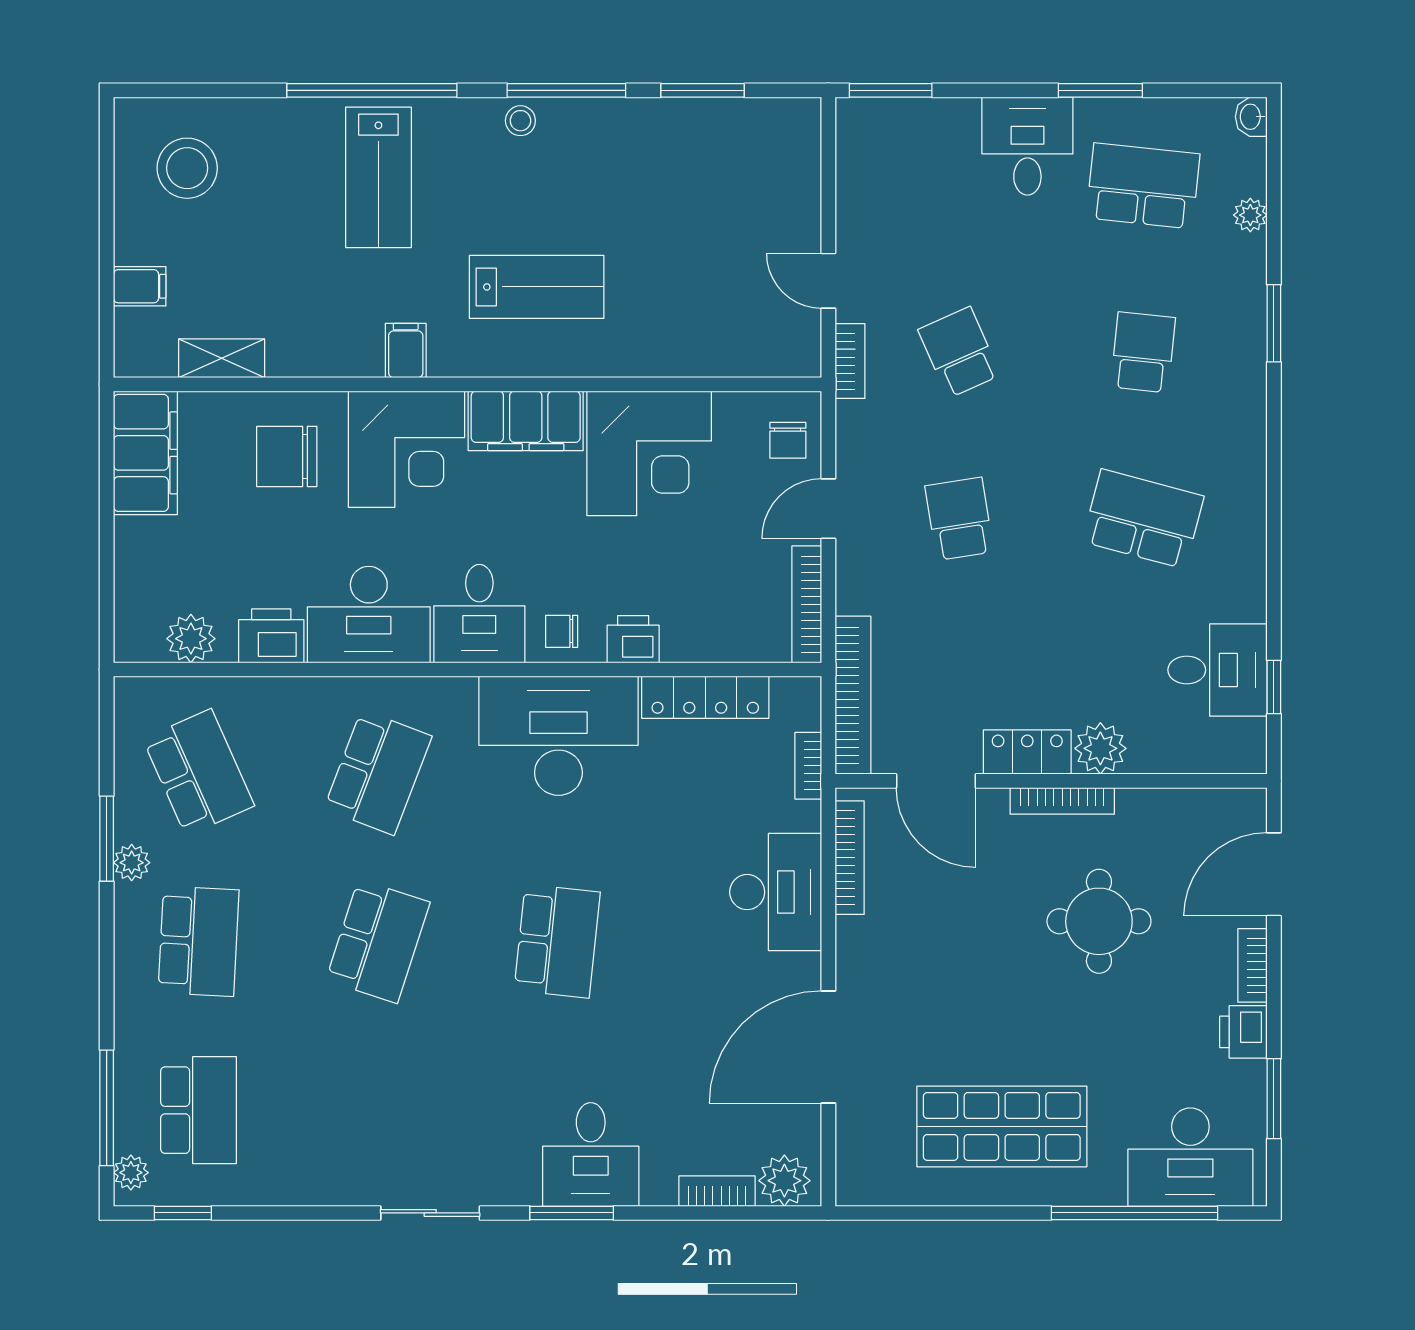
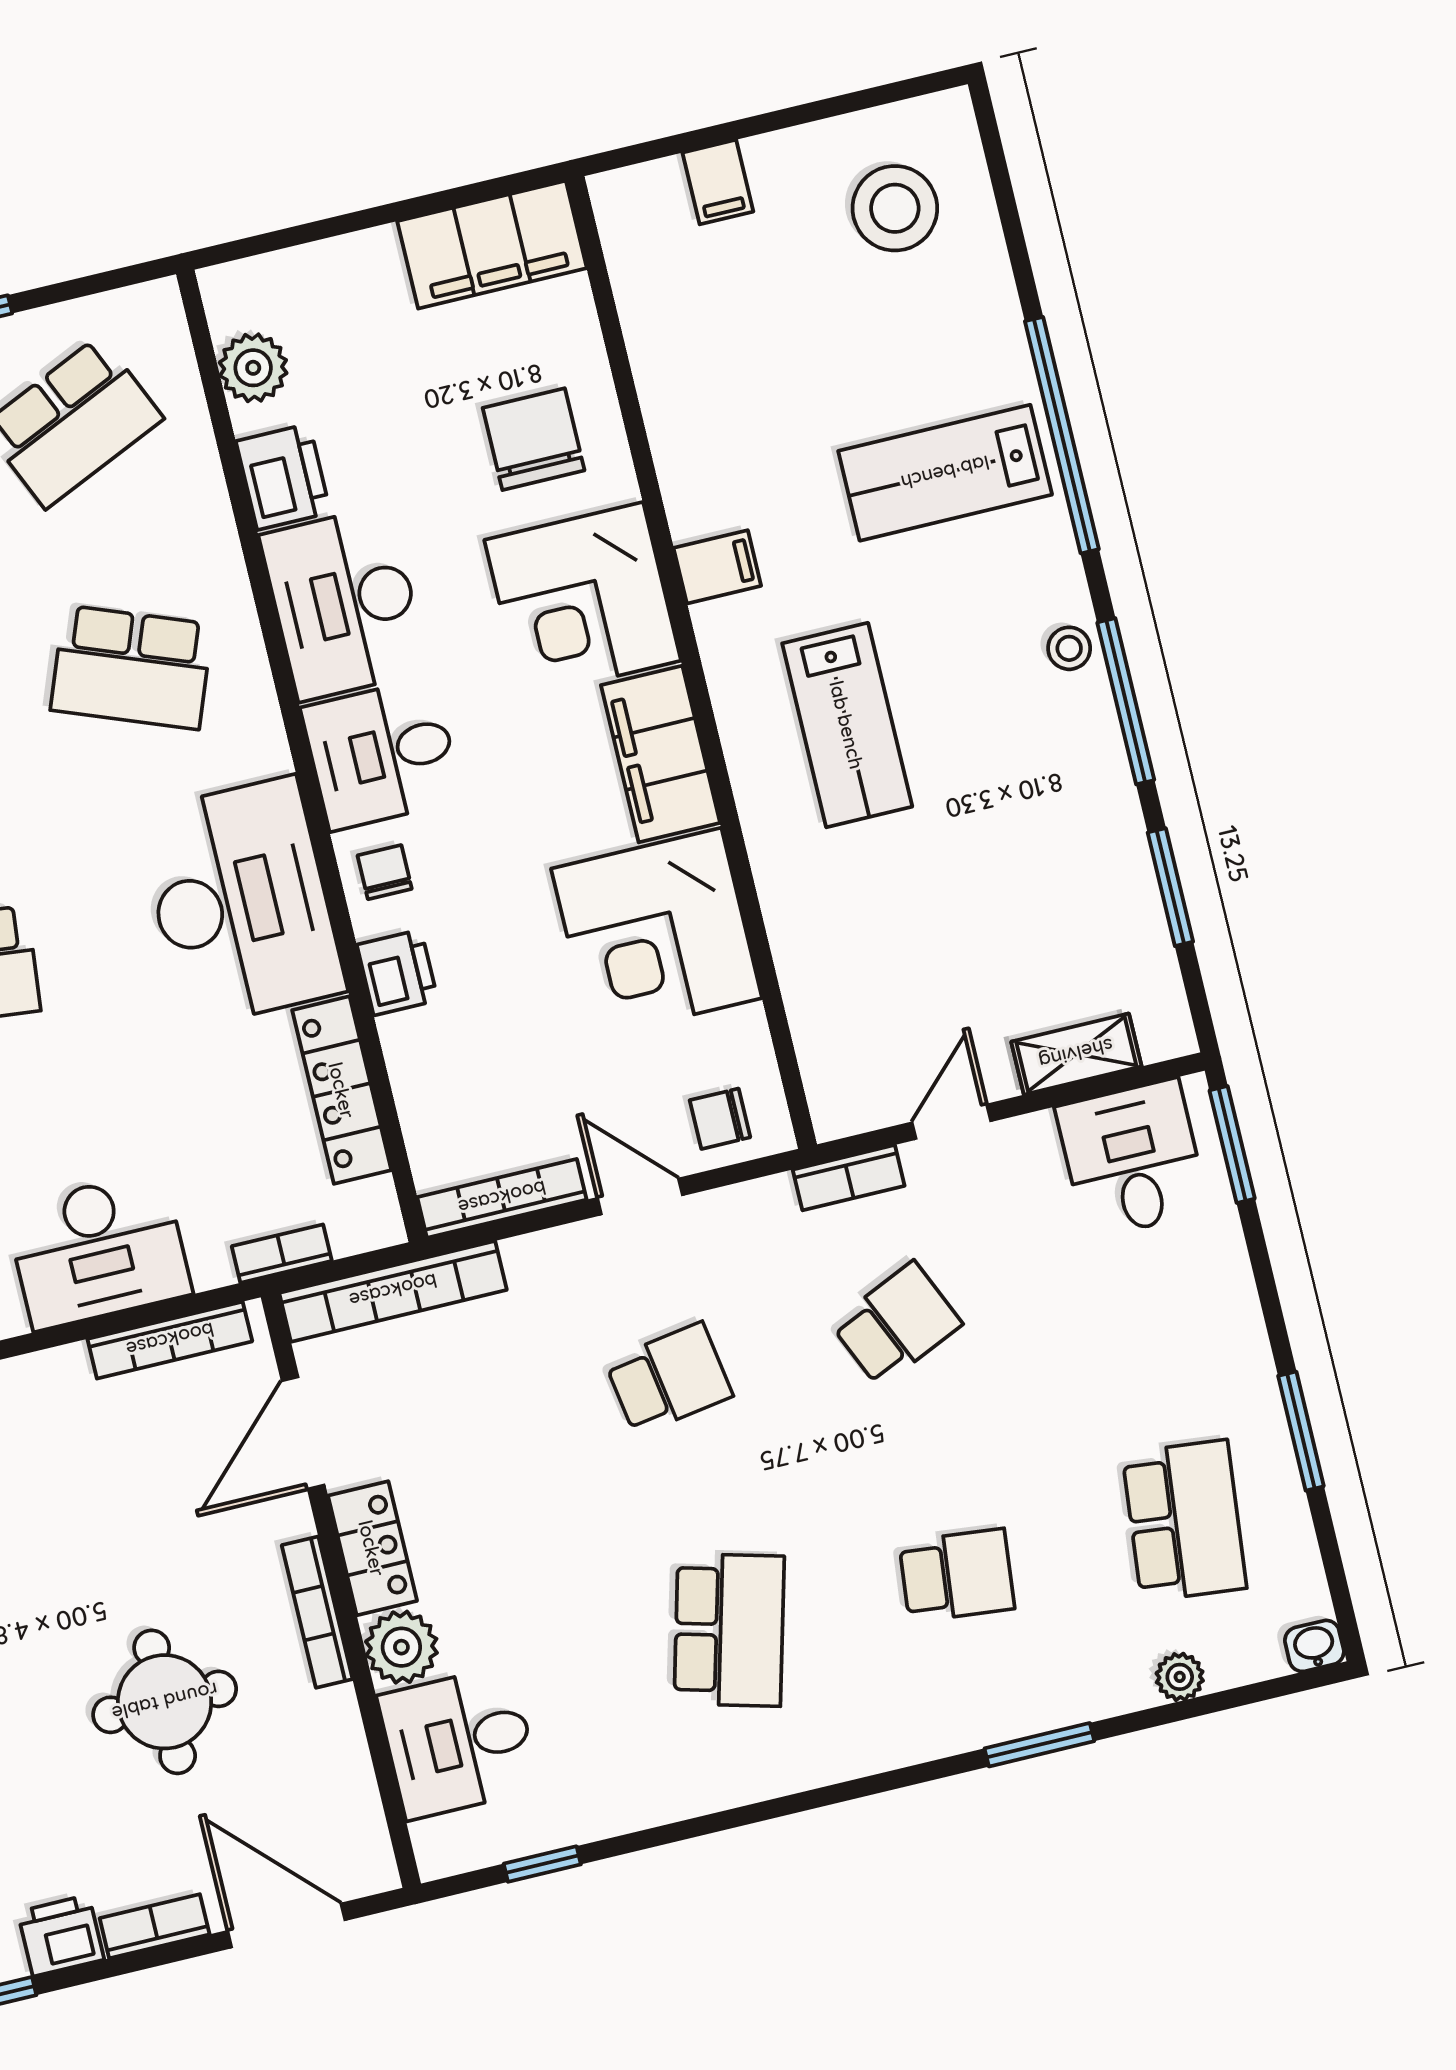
desk: (1027, 146) -> (1132, 1159), moved, turned -90
shelving: (222, 358) -> (1076, 1054), moved, turned 90
desk: (1218, 670) -> (459, 1742), moved, turned 90

